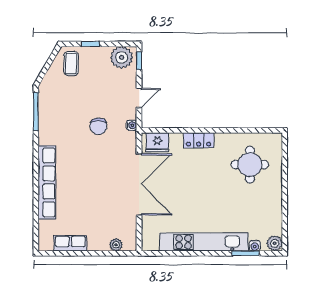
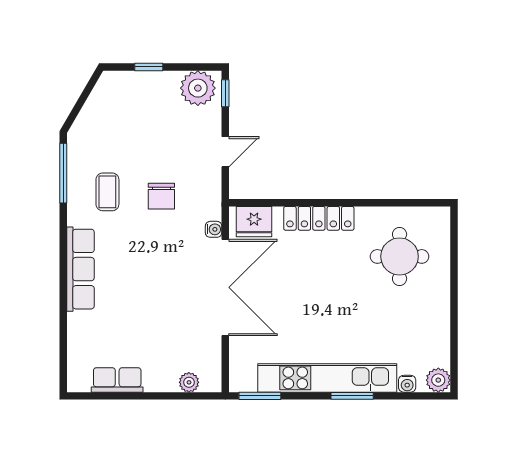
coffee table: (71, 64) -> (107, 192), moved
water cooler: (132, 125) -> (214, 229), moved
locker: (199, 140) -> (319, 218), width x1.53
row of seats: (47, 182) -> (80, 269), width x0.73
window: (161, 253) -> (260, 396), added
window: (246, 253) -> (352, 396), moved

